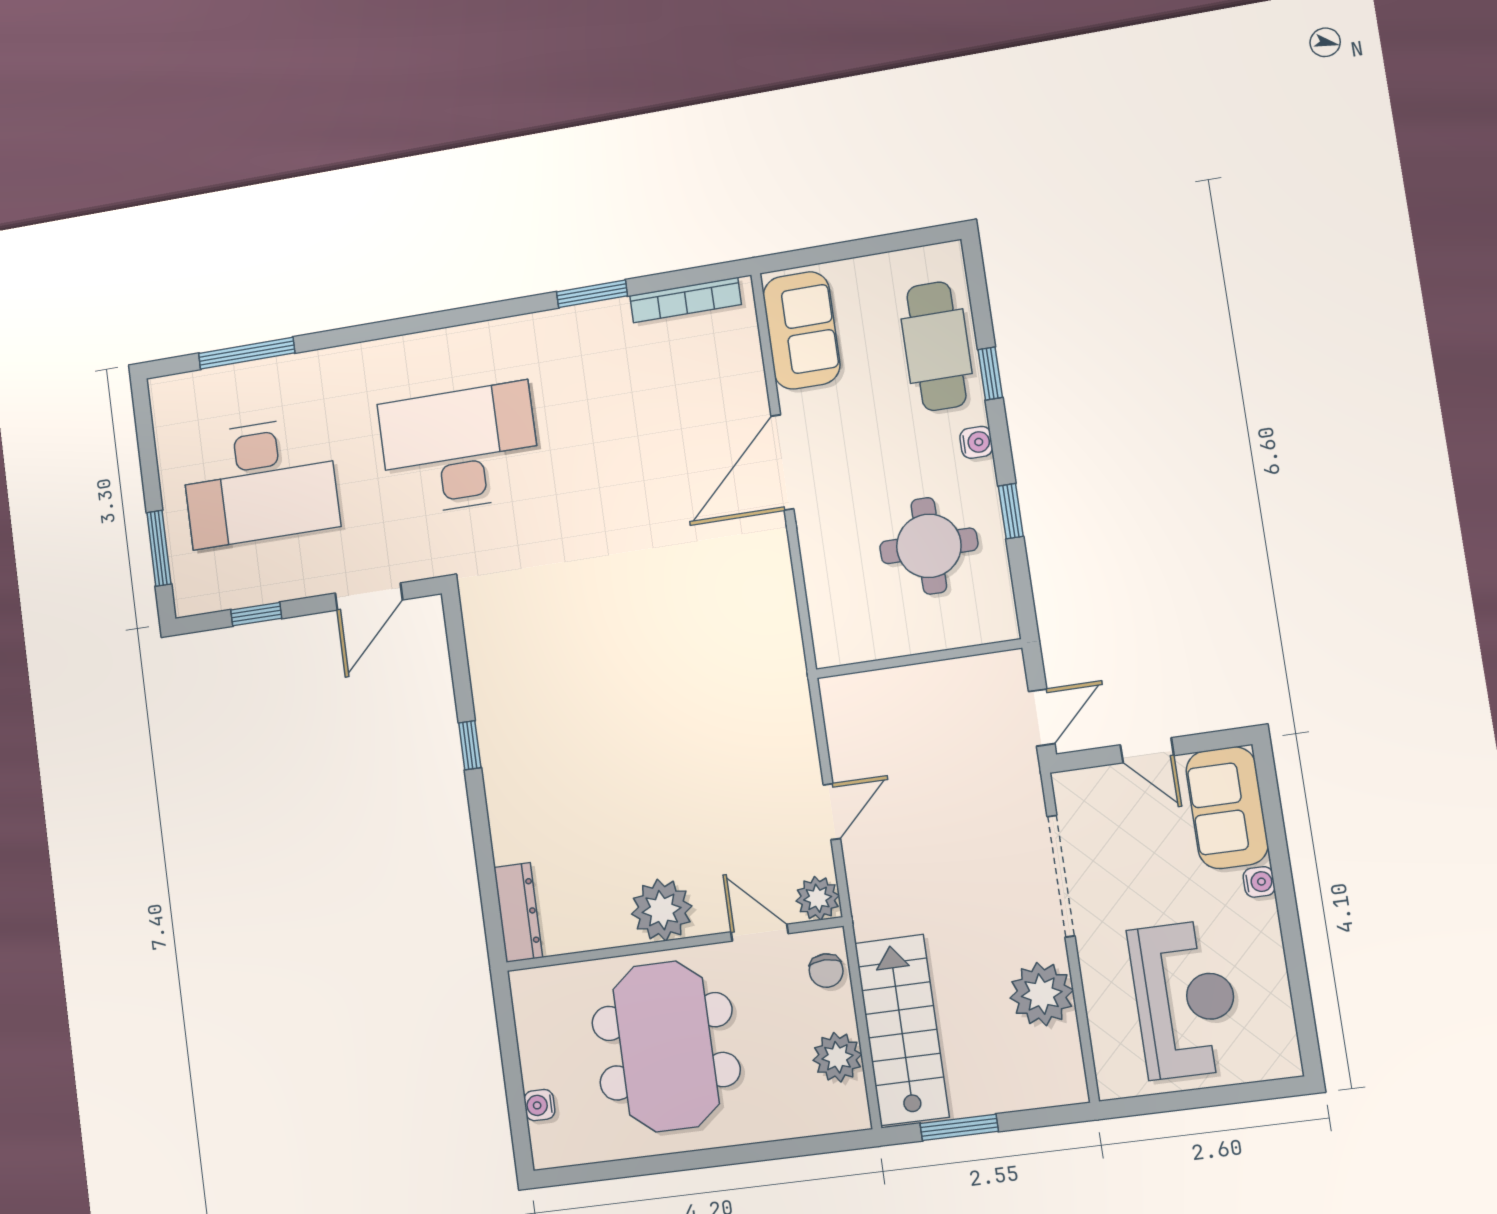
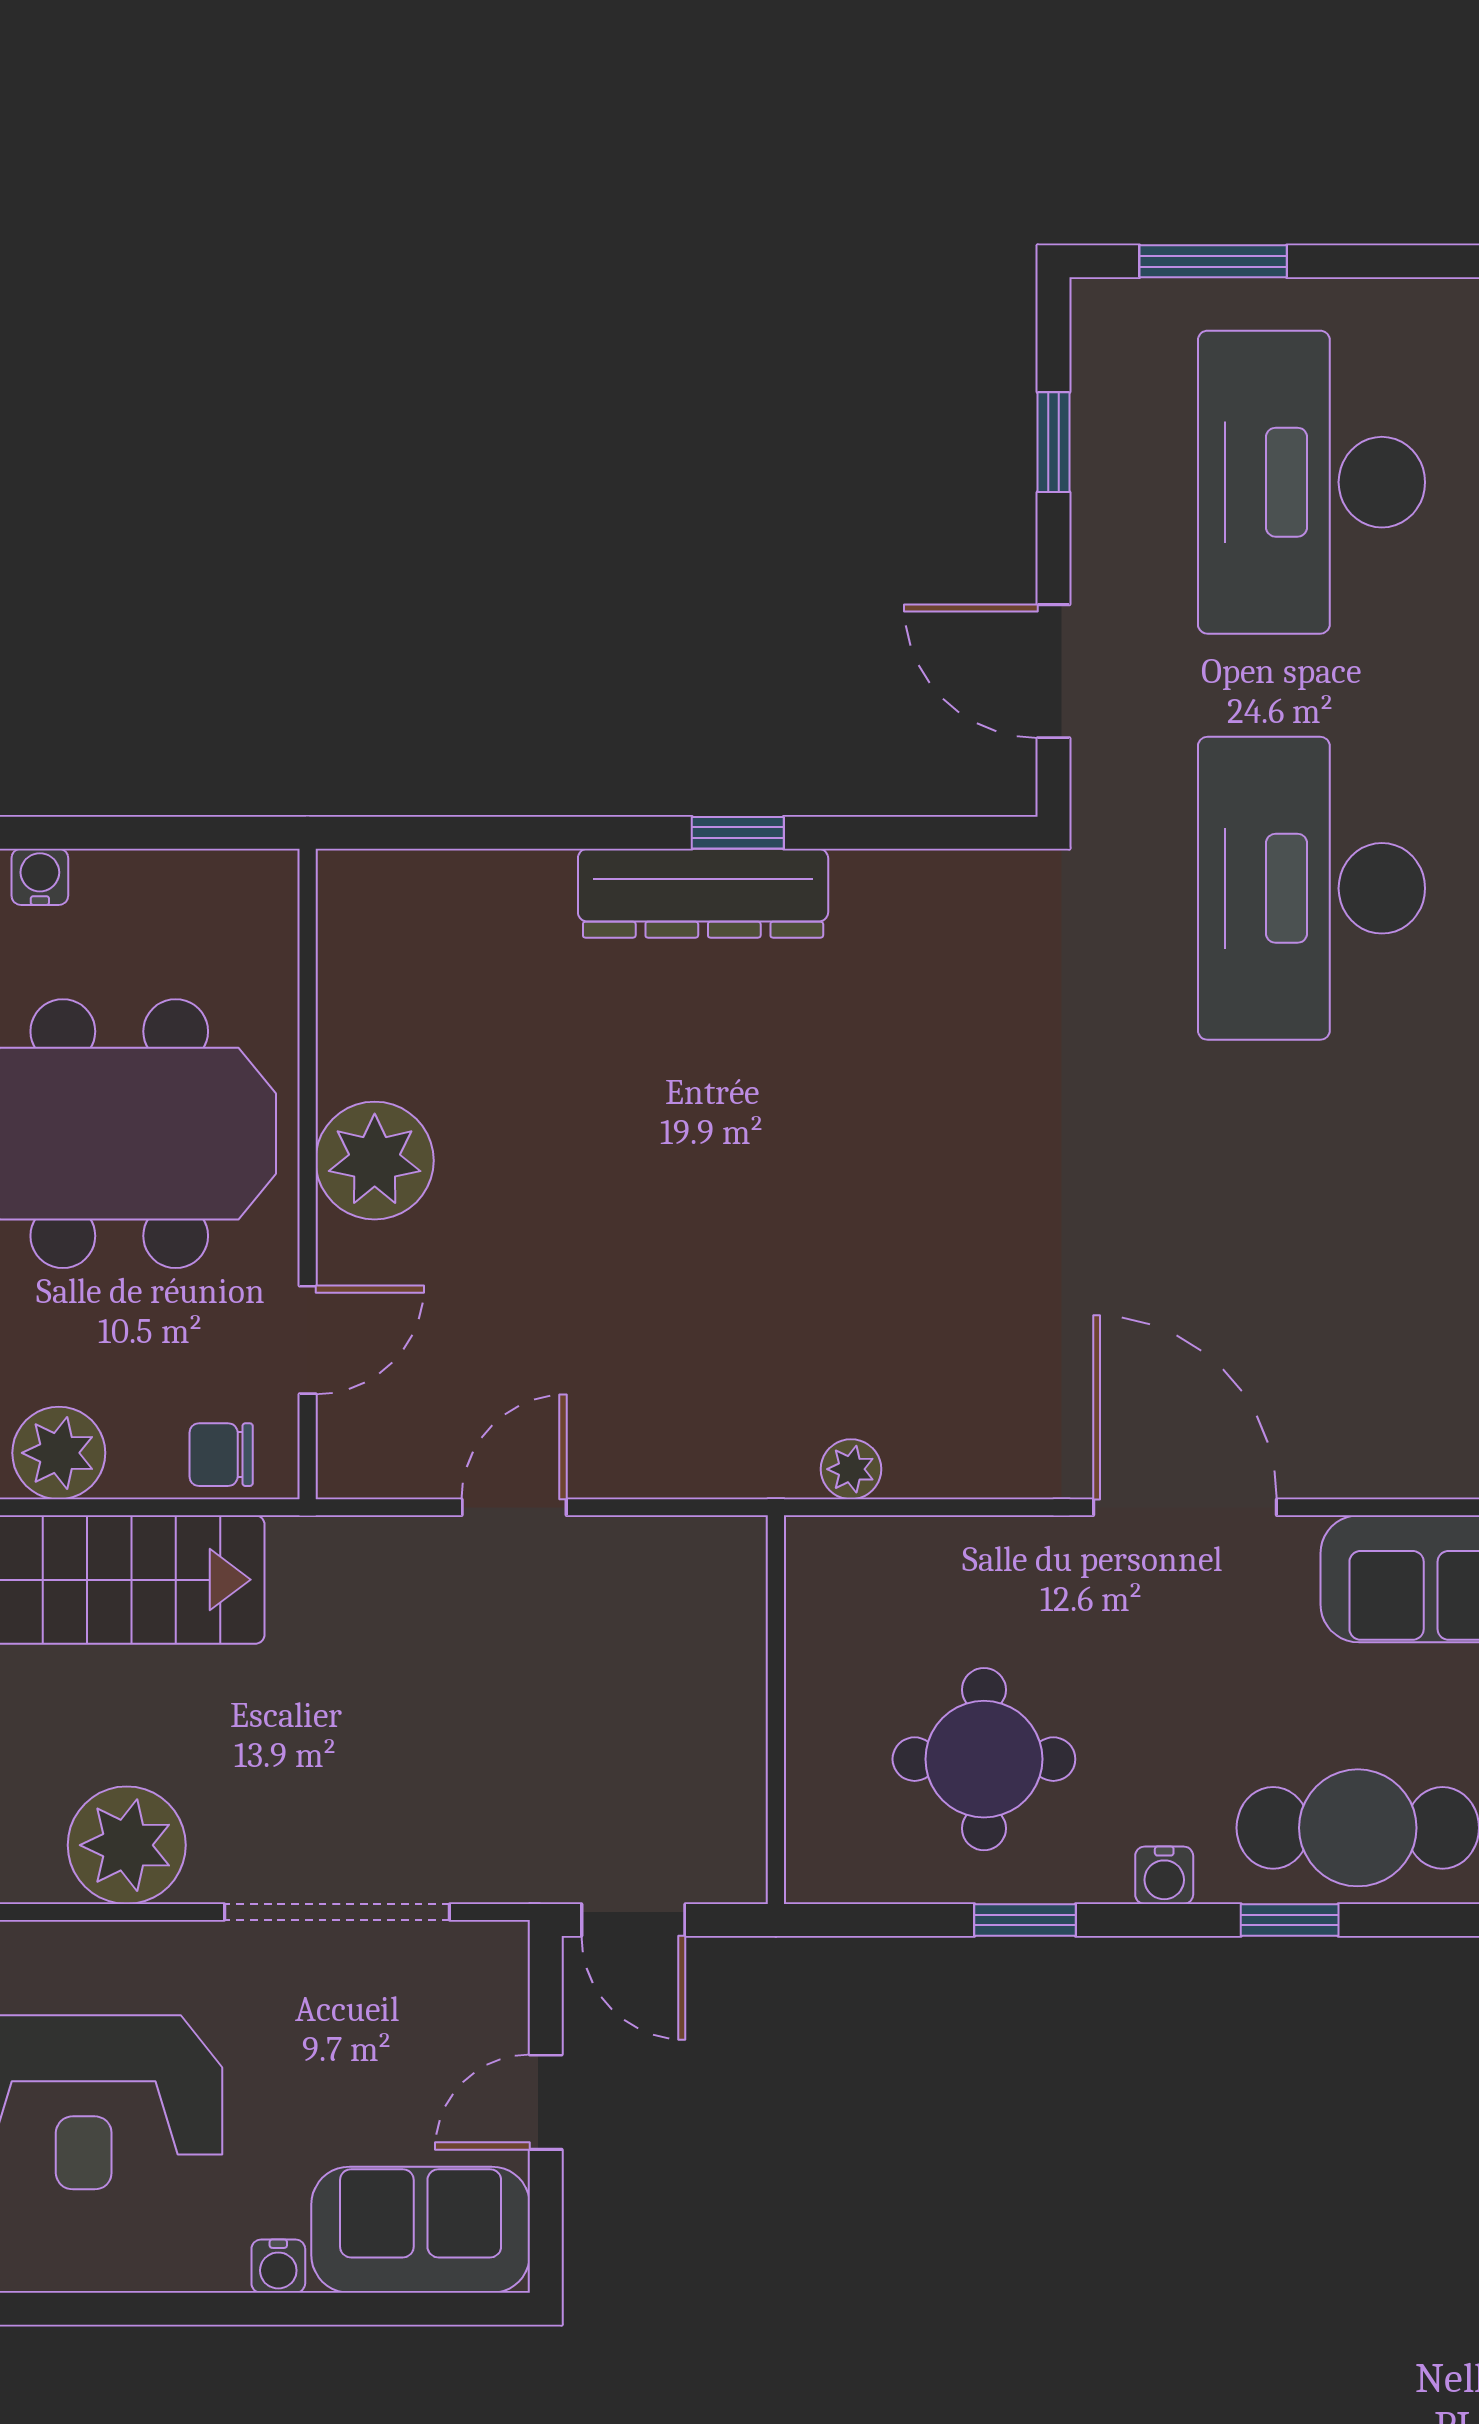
desk: (460, 449) -> (1311, 888), turned 180
door: (832, 812) -> (514, 1507), swing flipped
plant: (818, 898) -> (851, 1469), moved, width x0.73, depth x0.73
dresser: (518, 912) -> (703, 893), moved, width x1.37, depth x1.24

